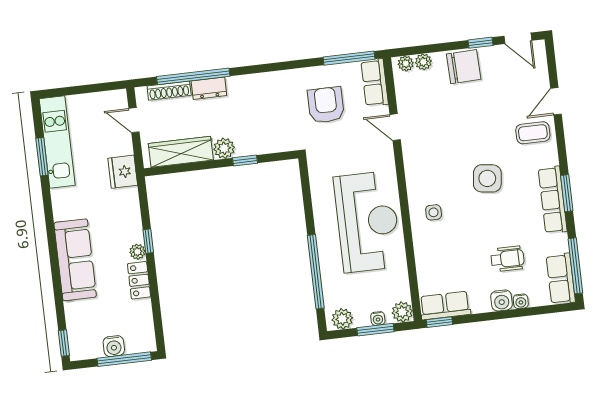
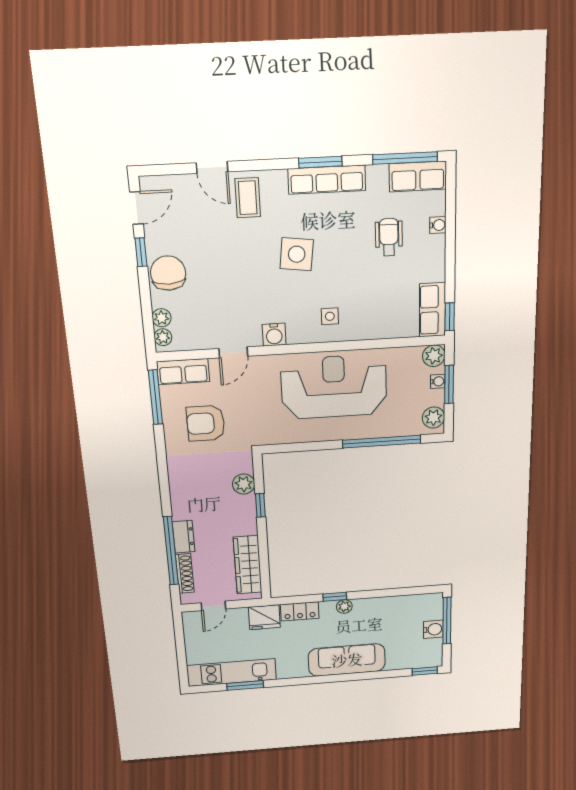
plant: (224, 148) -> (244, 484), moved
locker: (139, 280) -> (300, 611), moved
water cooler: (502, 300) -> (274, 335), moved, turned 90

